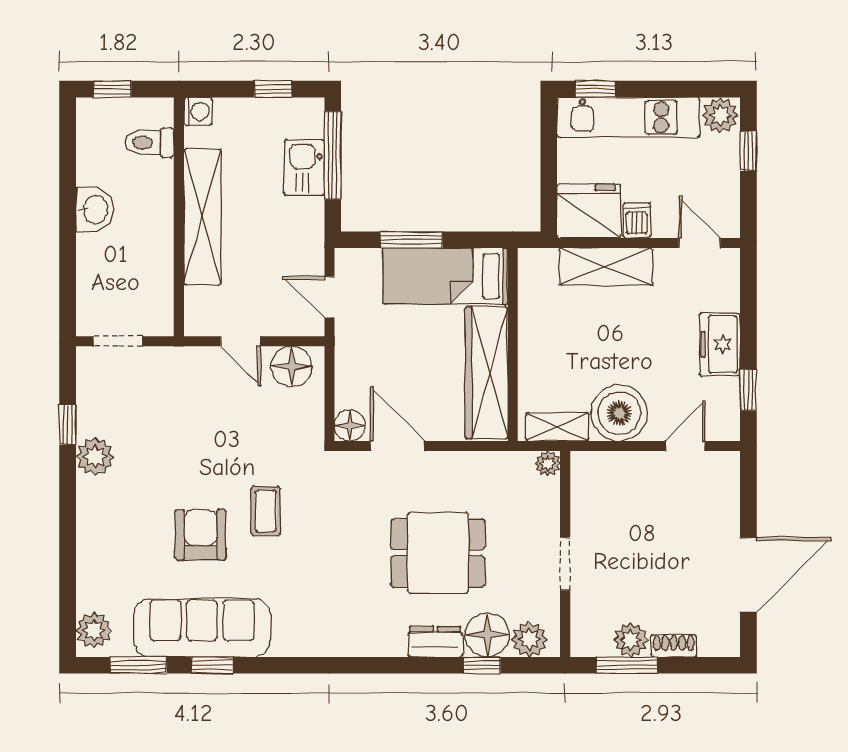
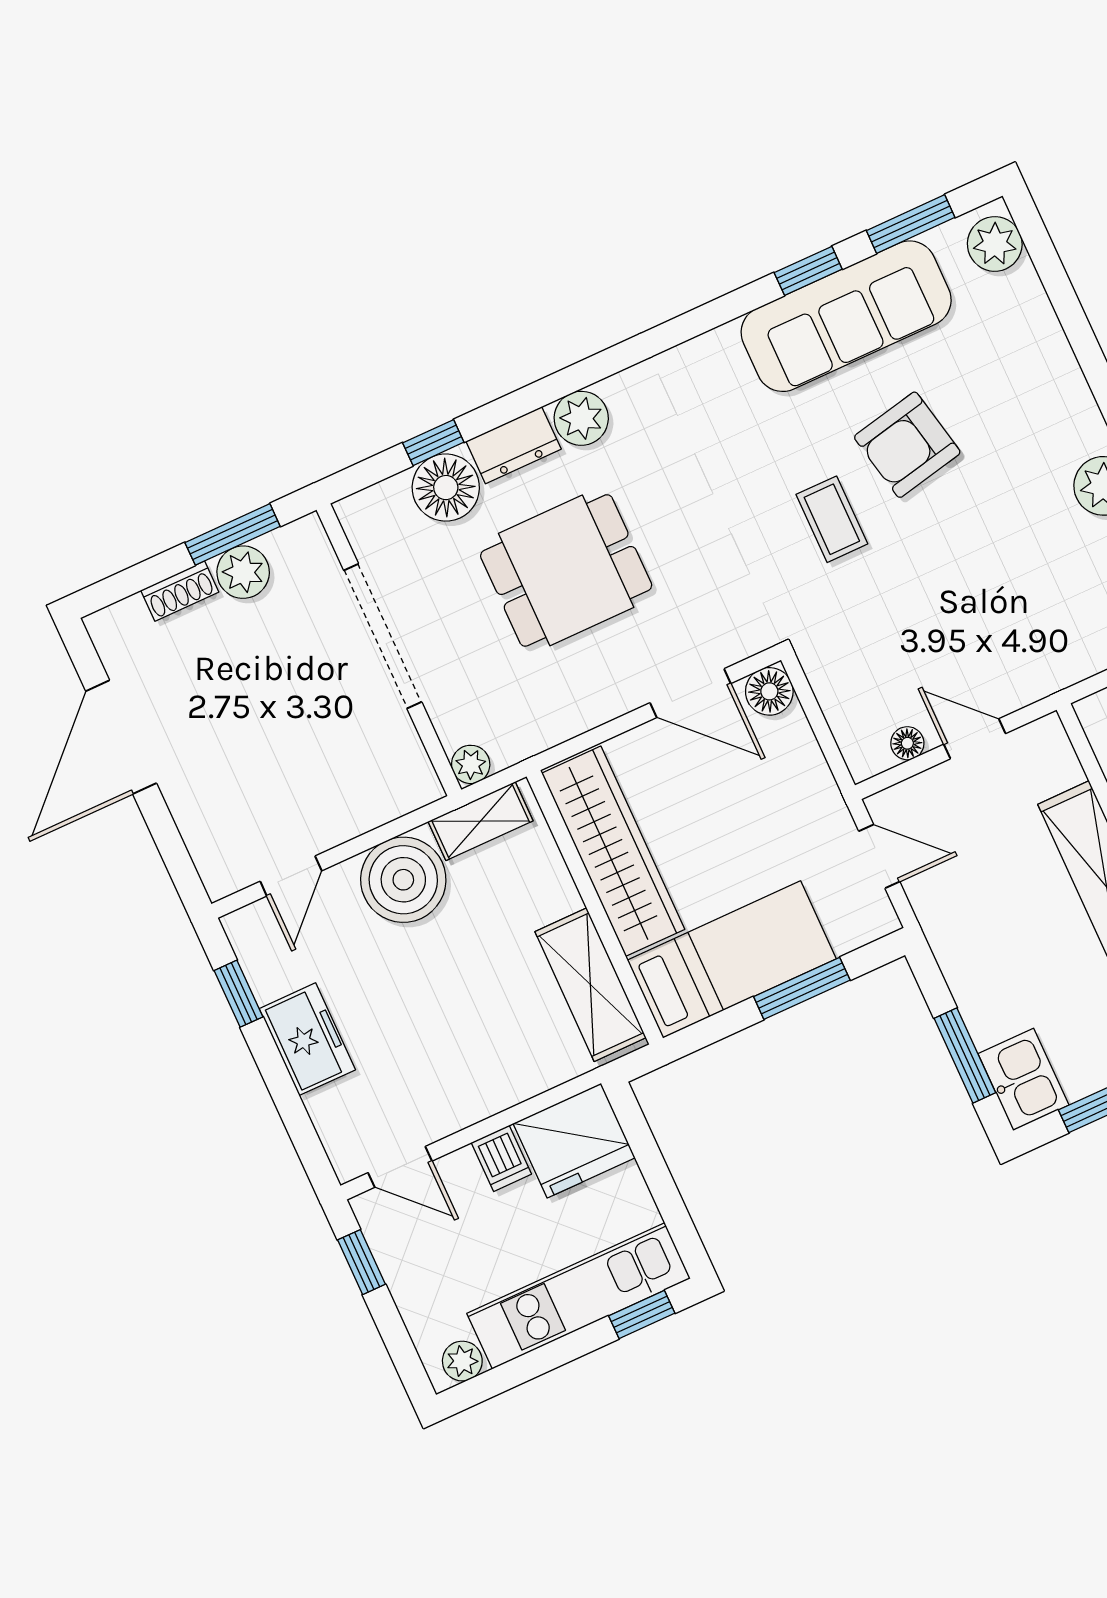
plant: (720, 115) -> (462, 1361), width x0.73, depth x0.73
window: (748, 151) -> (361, 1262), moved
window: (333, 155) -> (965, 1055), width x0.69
kitchen sink: (304, 168) -> (1023, 1079), moved
shelving: (606, 267) -> (590, 985), moved, turned 90
floor lamp: (291, 367) -> (907, 743), width x0.53, depth x0.53
armchair: (201, 535) -> (907, 445), turned 78
doorway: (565, 564) -> (383, 636), width x1.87
plant: (529, 639) -> (581, 418), moved

